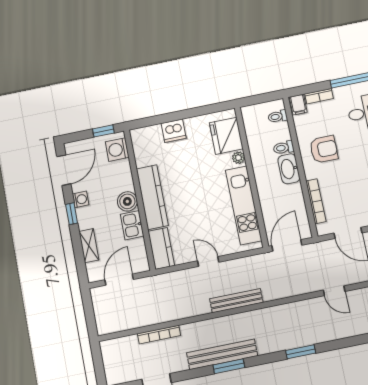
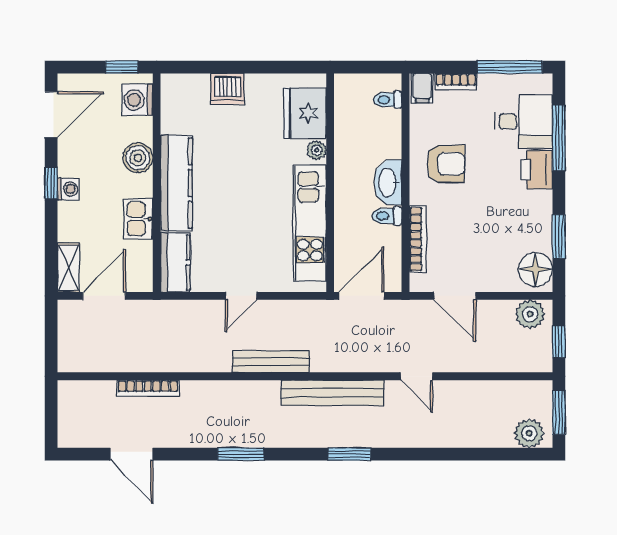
toilet: (284, 148) -> (387, 216), moved
washing machine: (81, 199) -> (68, 189), moved
boiler: (127, 201) -> (138, 158), moved
shelving: (89, 246) -> (68, 268), moved
door: (208, 261) -> (241, 296), swing flipped
bench: (222, 354) -> (332, 393), moved

